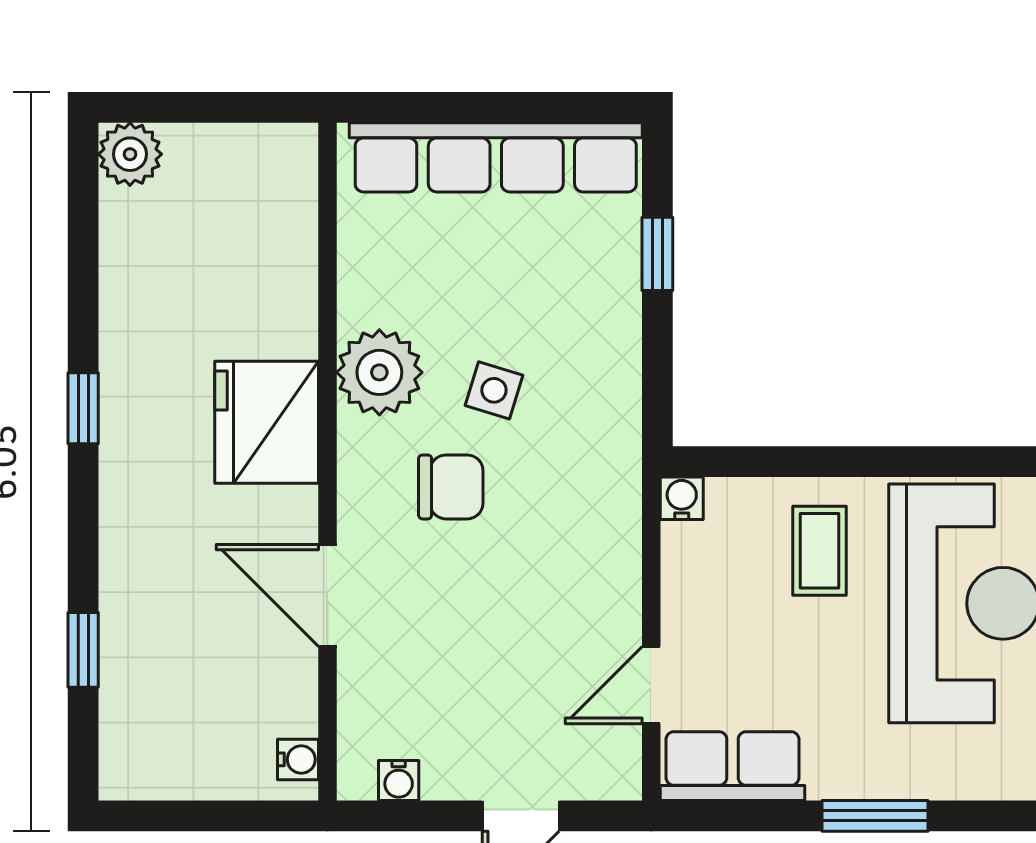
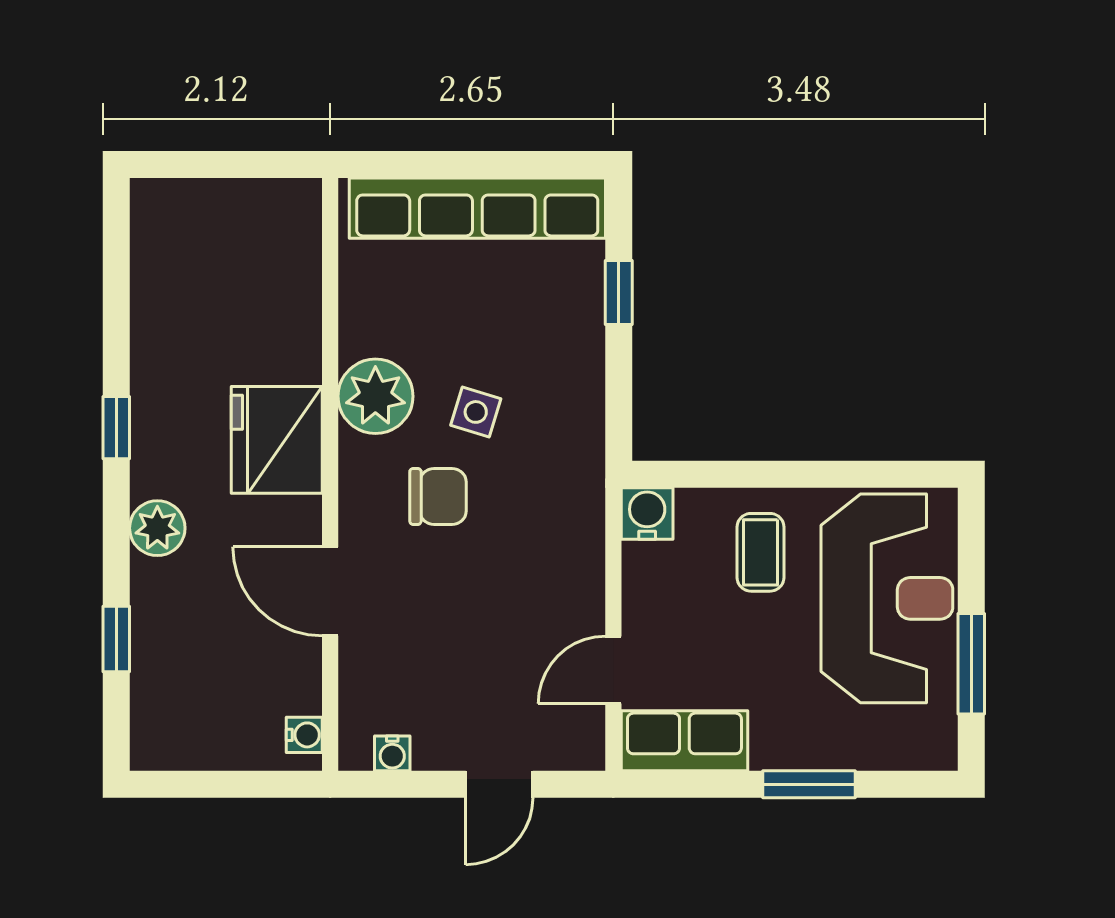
plant: (130, 154) -> (157, 528), moved
water cooler: (682, 498) -> (647, 514), width x1.38, depth x1.38

